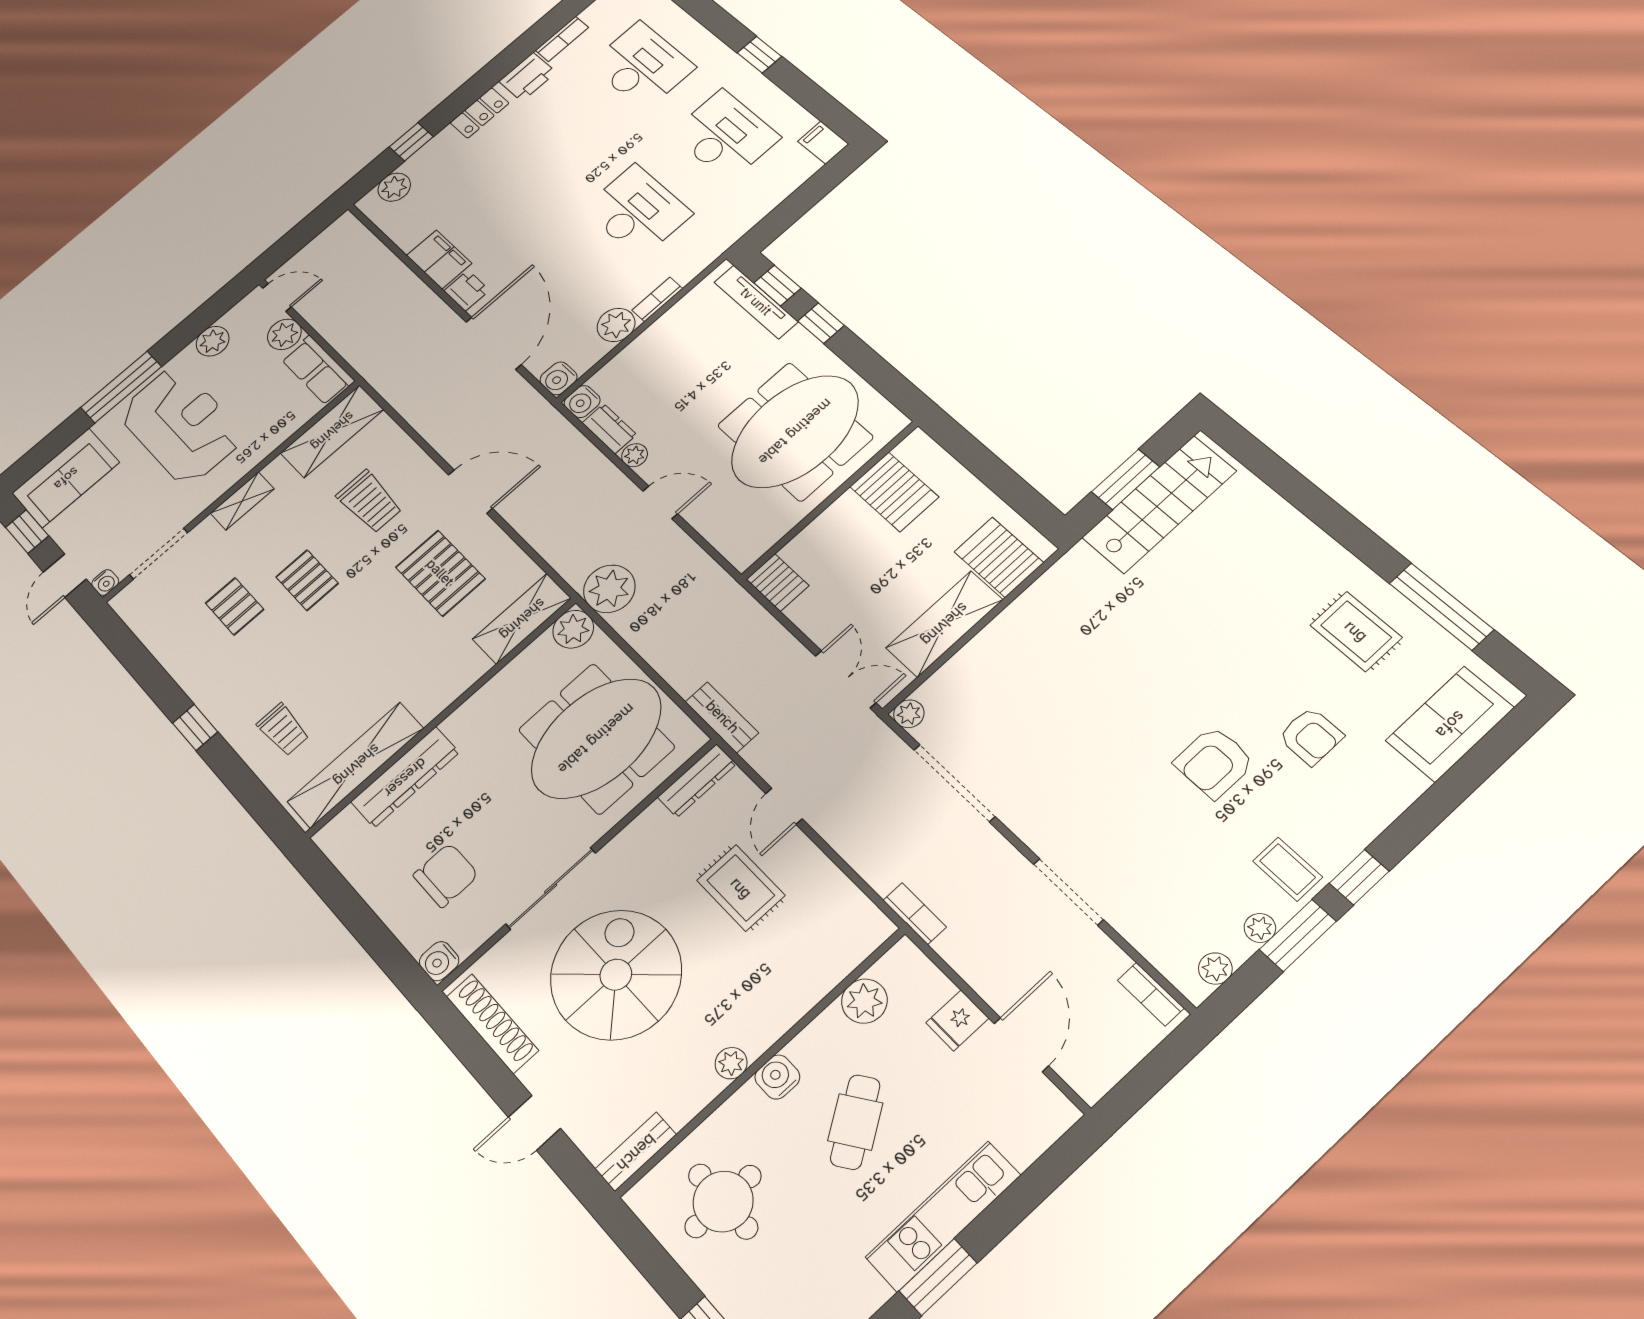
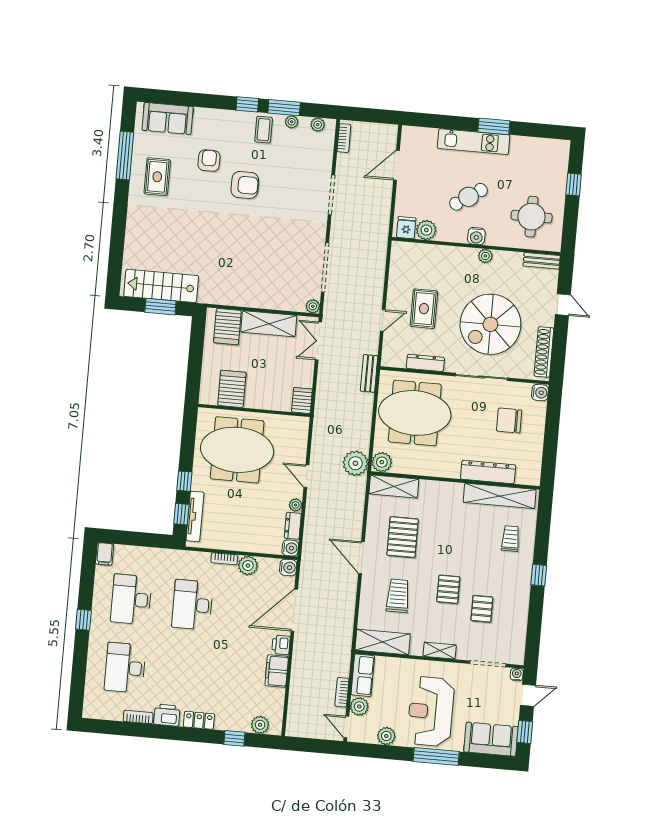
dresser: (697, 781) -> (425, 363), moved
bookcase: (915, 914) -> (342, 692), moved
fridge: (957, 1020) -> (406, 228), moved, turned -90

